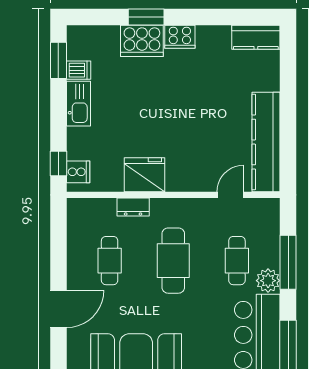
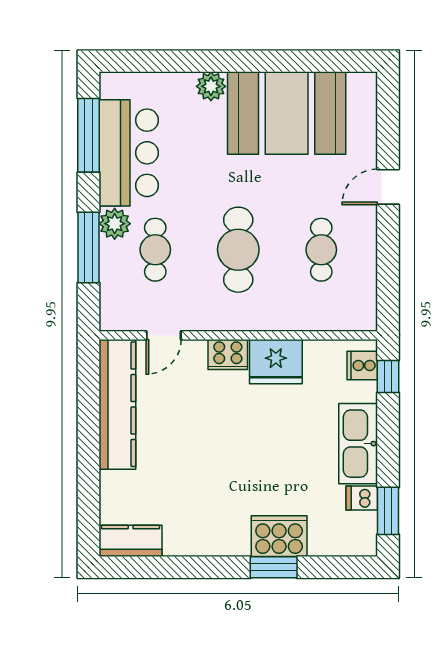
cooker: (180, 37) -> (228, 355), moved, turned 180
kitchen sink: (78, 104) -> (358, 444), width x1.36, depth x1.24
dresser: (133, 207) -> (291, 320), removed
door: (58, 309) -> (388, 187), width x0.73

